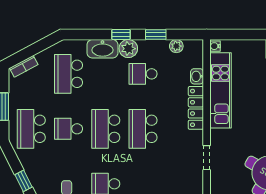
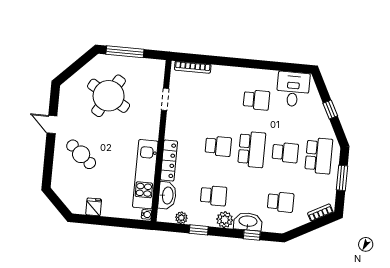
window: (121, 35) -> (252, 235), moved
school desk: (69, 74) -> (281, 202), width x0.54
washbasin: (197, 76) -> (167, 195), width x1.91, depth x1.45
school desk: (143, 129) -> (218, 146), width x0.54
doorway: (207, 158) -> (165, 99), moved

